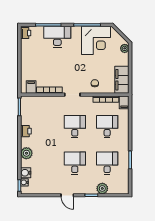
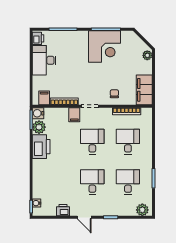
desk: (57, 37) -> (44, 60), moved, turned -90
corner desk: (96, 40) -> (105, 46), moved
filing cabinet: (124, 102) -> (74, 115), moved
printer: (26, 131) -> (41, 147), width x1.87, depth x1.48
plant: (26, 153) -> (39, 127), moved
water cooler: (26, 173) -> (38, 113), moved
plant: (102, 188) -> (142, 210), moved
printer: (48, 189) -> (63, 210), added

